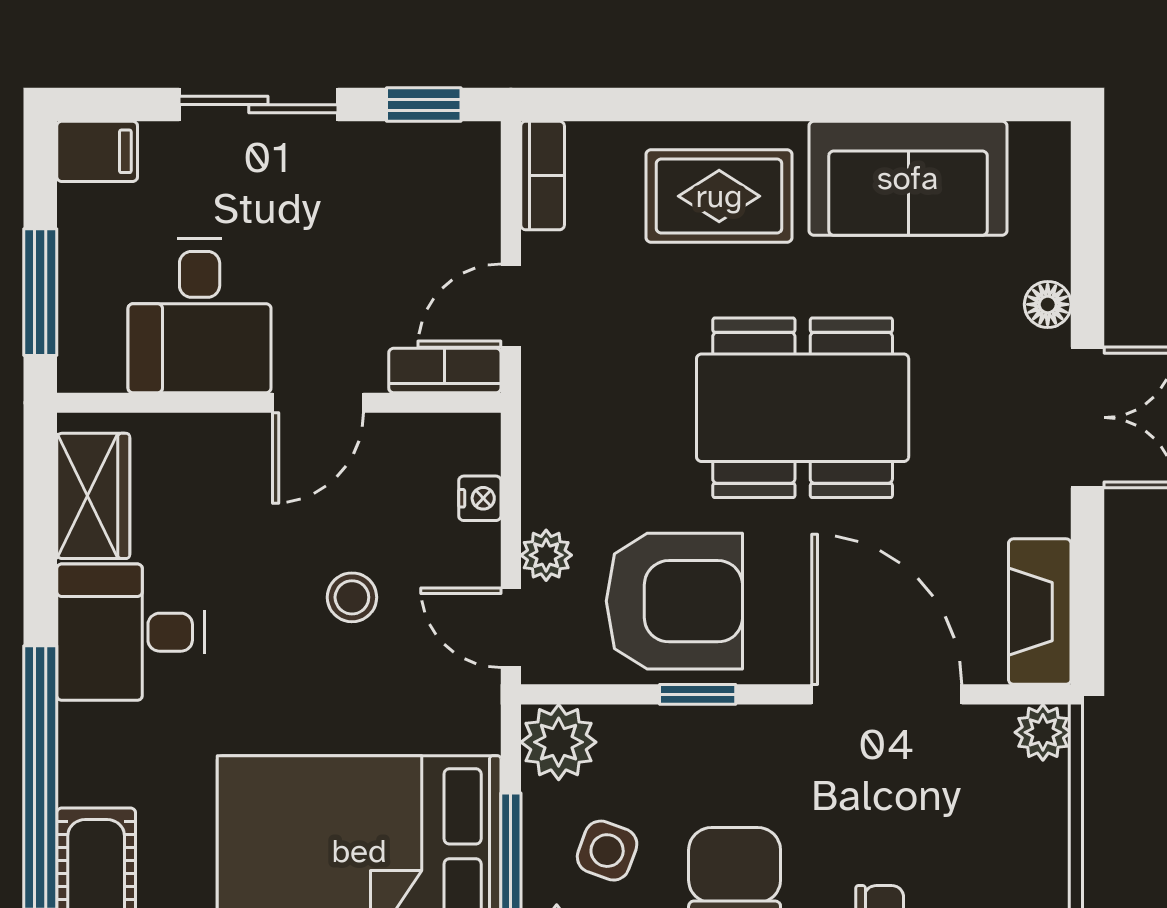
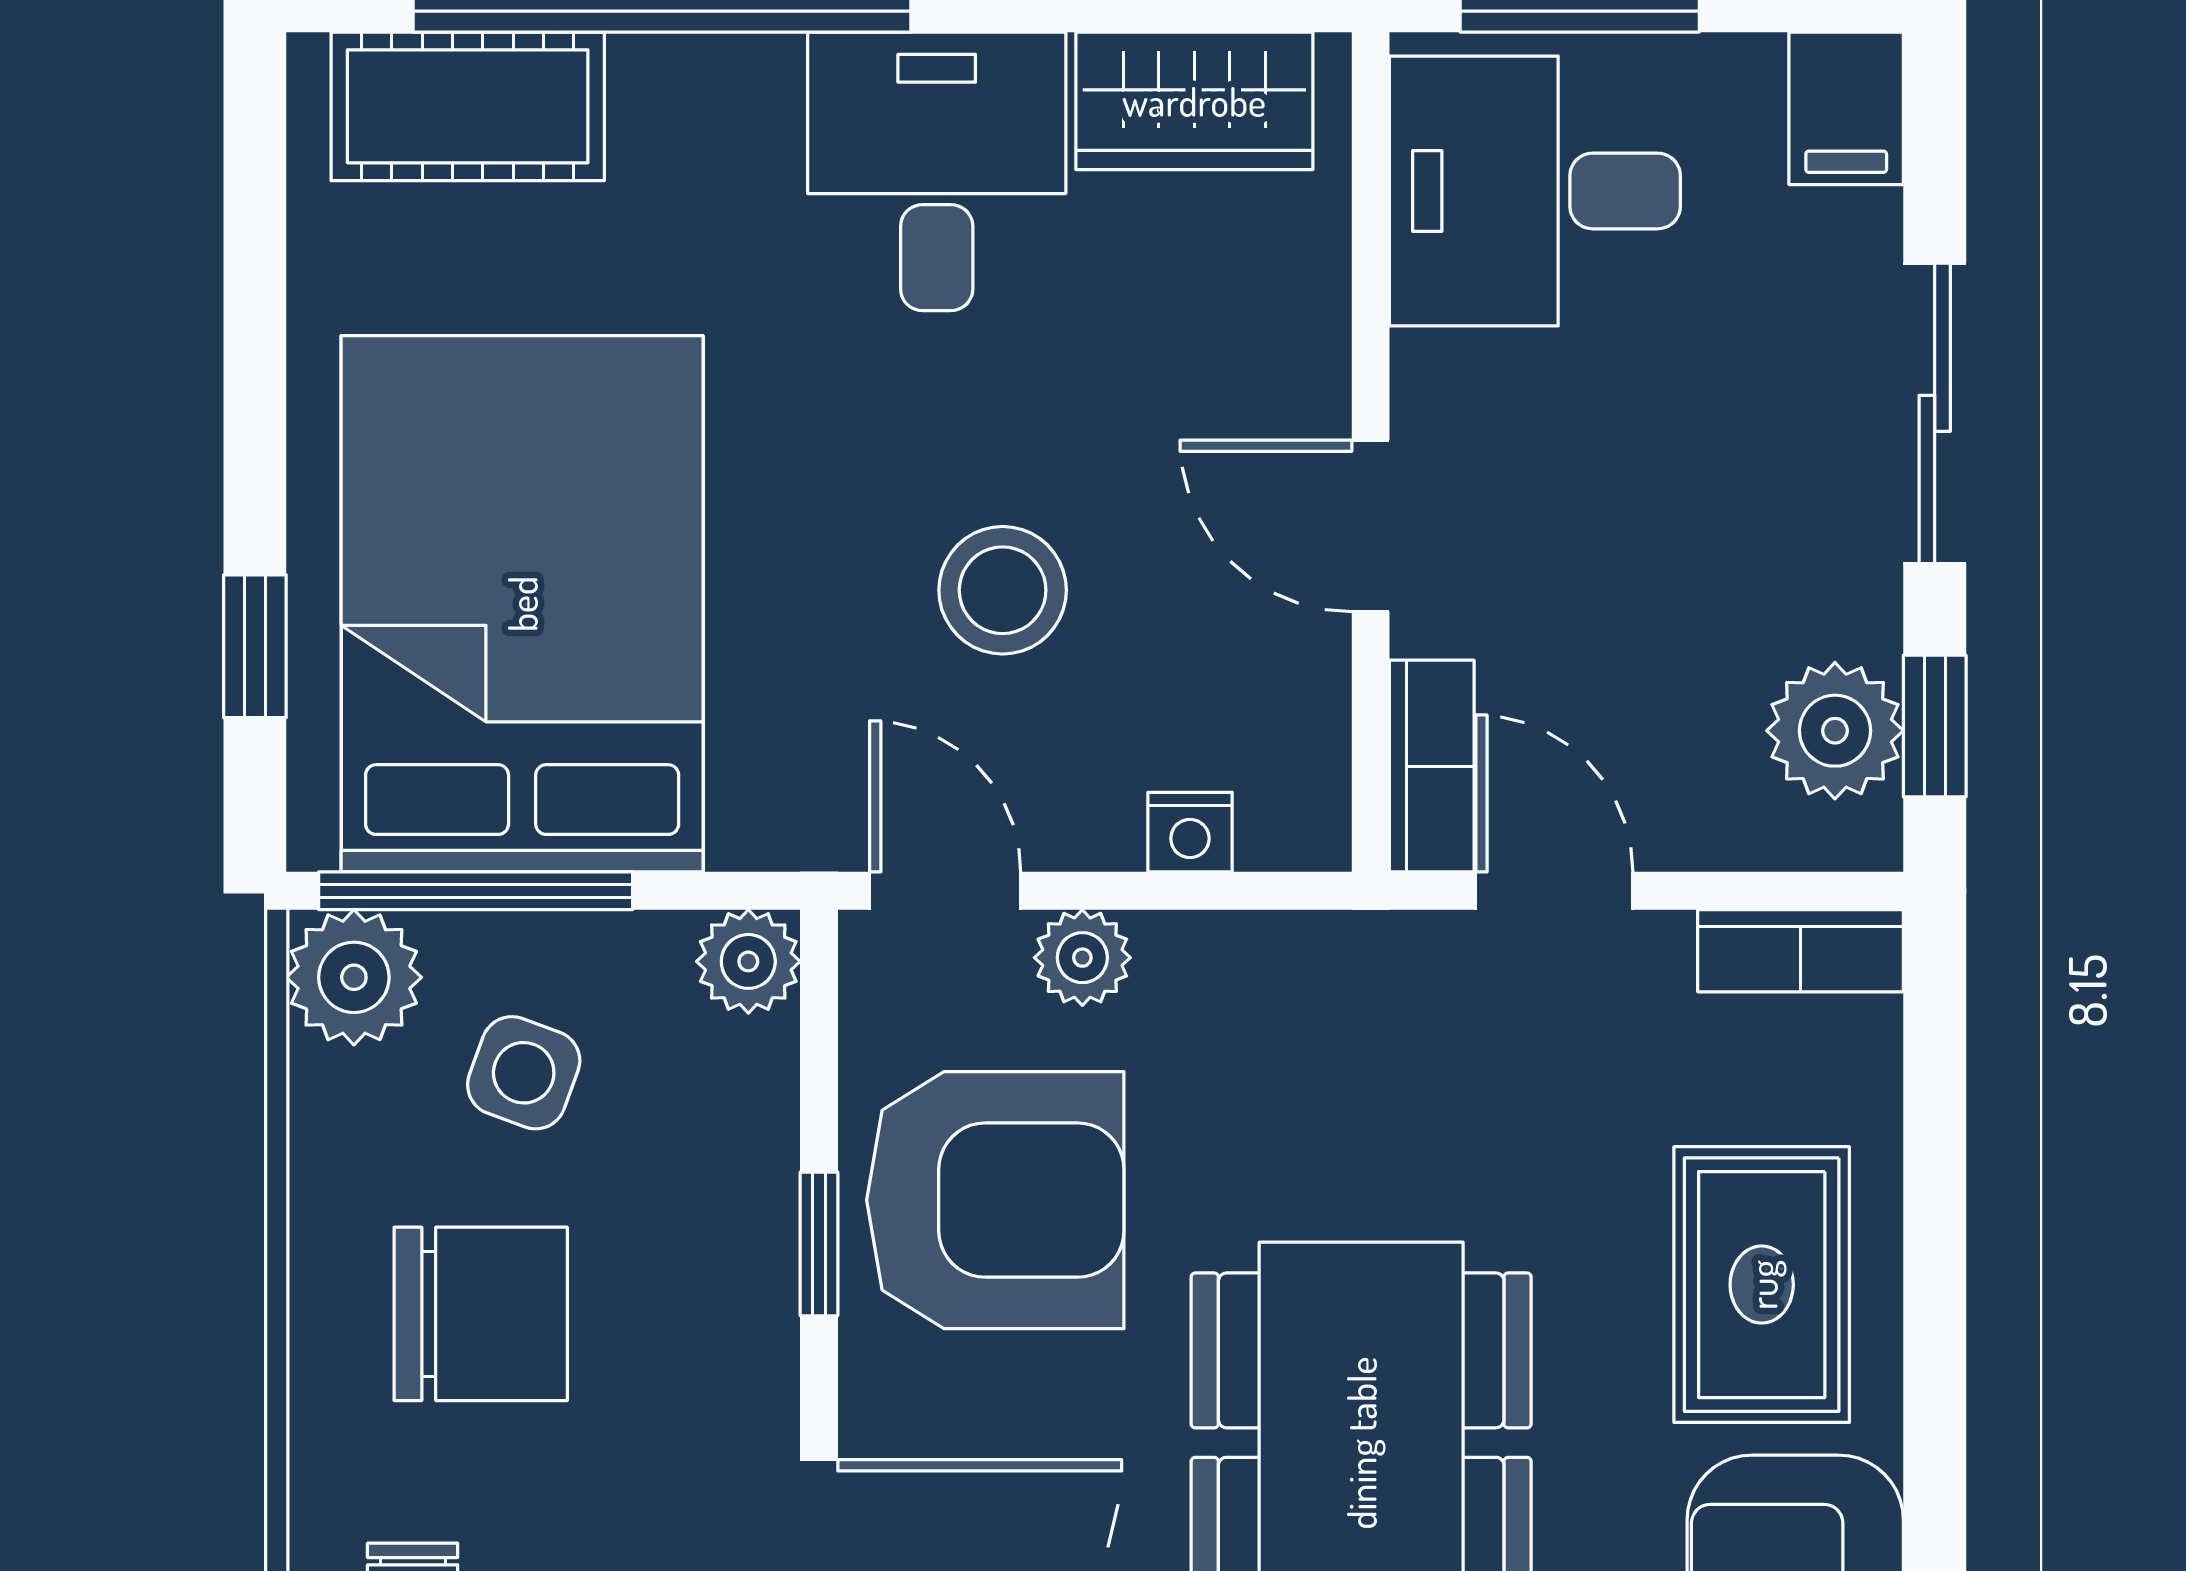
plant: (426, 157) -> (1835, 731), added
desk: (200, 316) -> (1535, 191), moved
stool: (352, 597) -> (1003, 590), width x1.37, depth x1.37
armchair: (674, 601) -> (995, 1200), turned -90
door: (511, 628) -> (945, 891), hinge flipped
plant: (559, 742) -> (748, 961), width x0.73, depth x0.73

